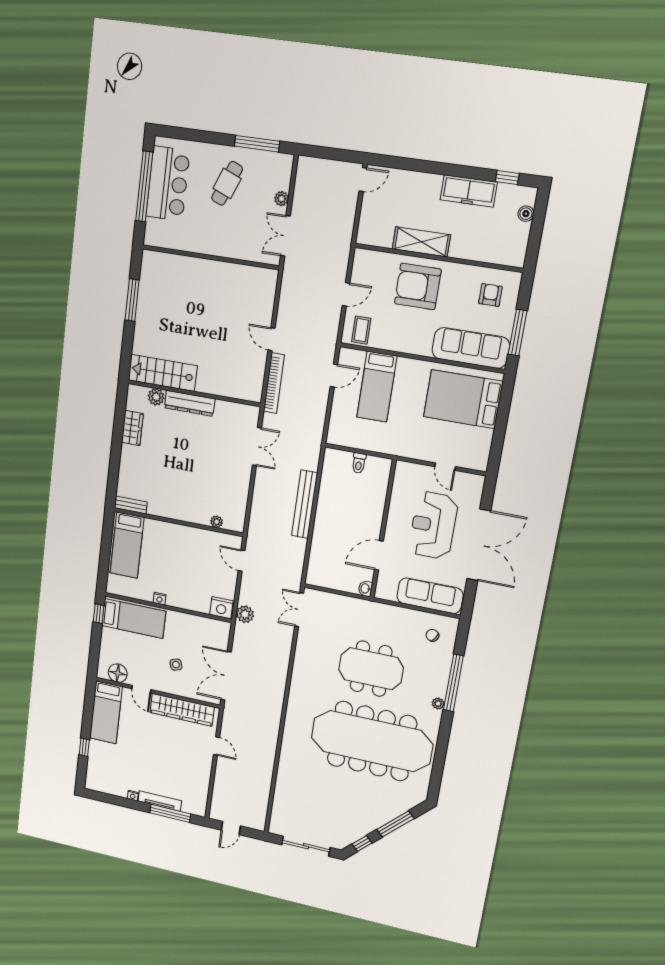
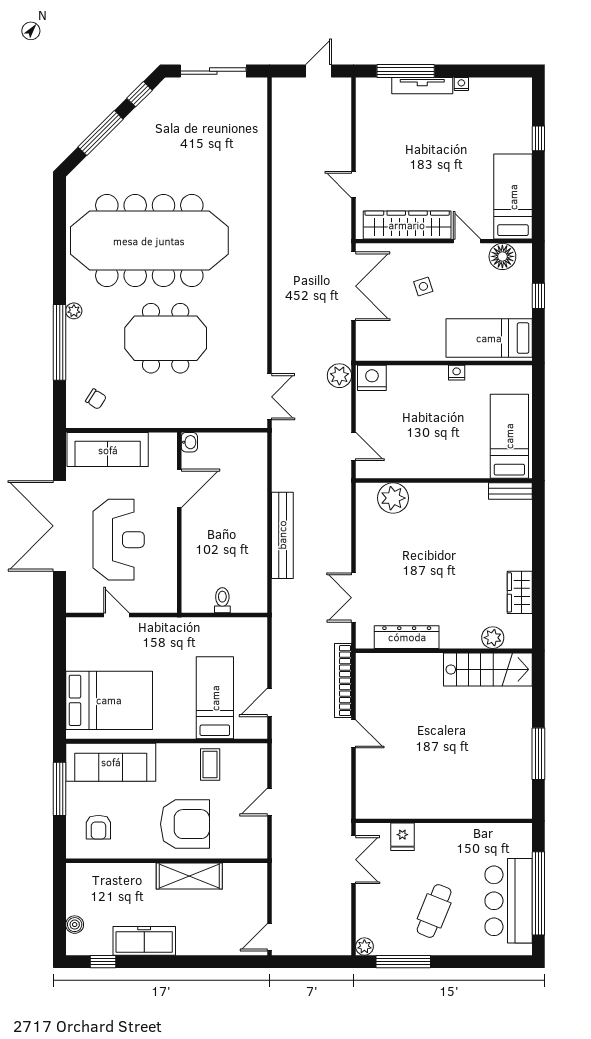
plant: (281, 199) -> (364, 946), moved
fridge: (244, 249) -> (402, 837), added
coffee table: (361, 330) -> (210, 764), moved
dresser: (190, 403) -> (407, 637), moved
plant: (217, 522) -> (393, 498), width x1.88, depth x1.88
window: (99, 614) -> (538, 296), moved

